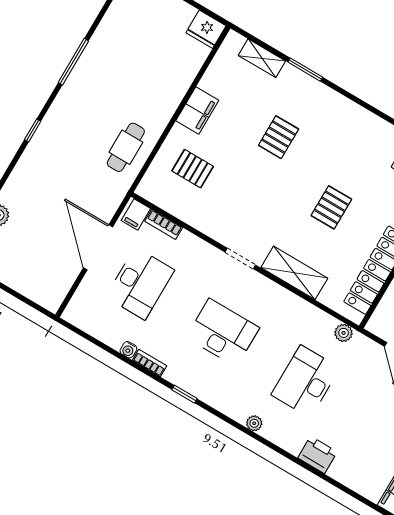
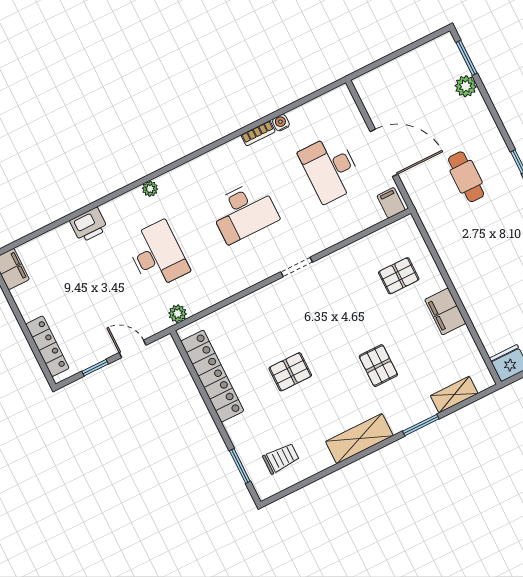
cafe table: (126, 147) -> (466, 177), moved
pallet: (331, 207) -> (290, 372), turned 90
bookcase: (164, 224) -> (367, 221), removed
shelving: (294, 273) -> (359, 439), moved
window: (184, 394) -> (213, 146), removed

